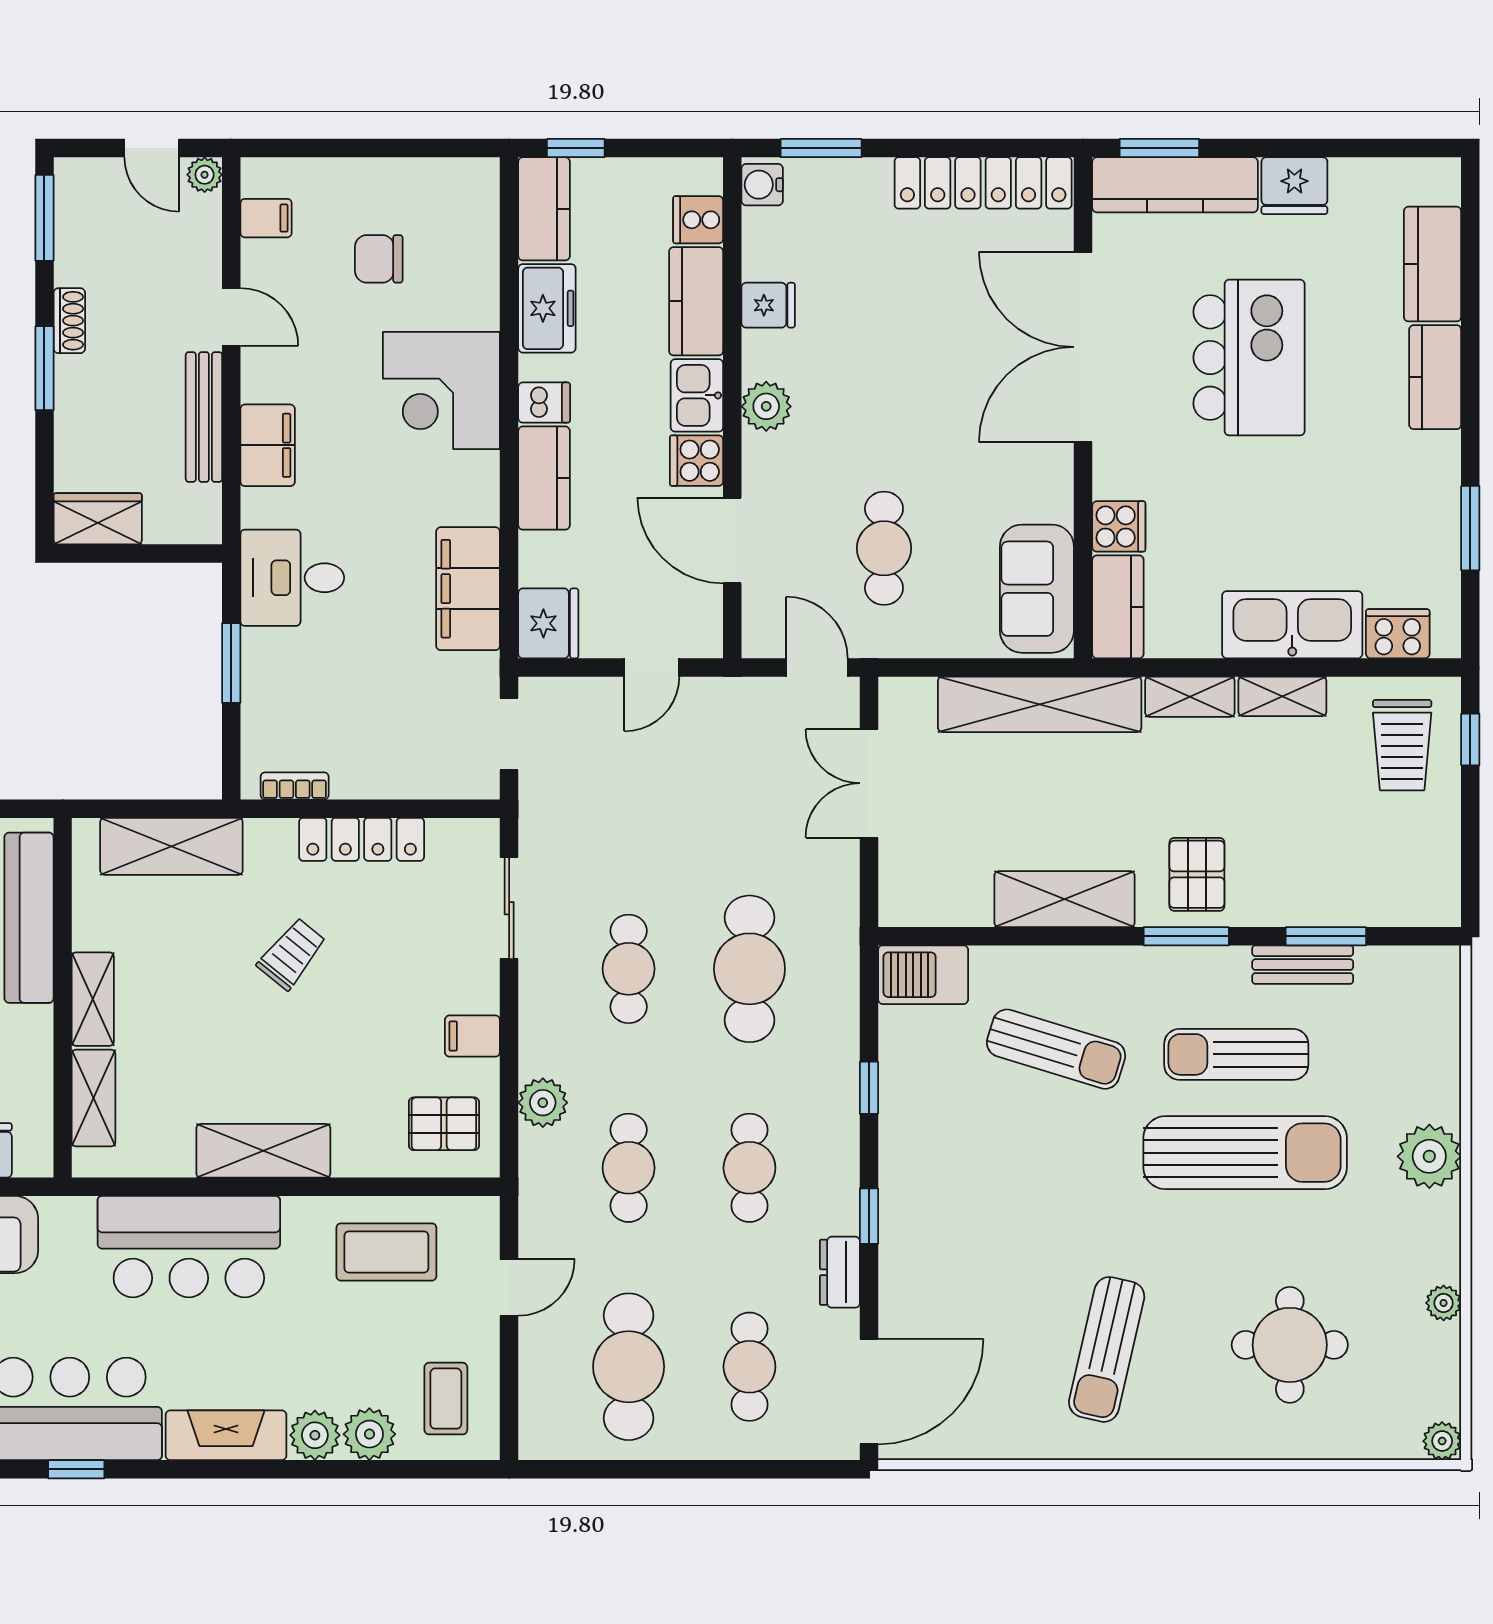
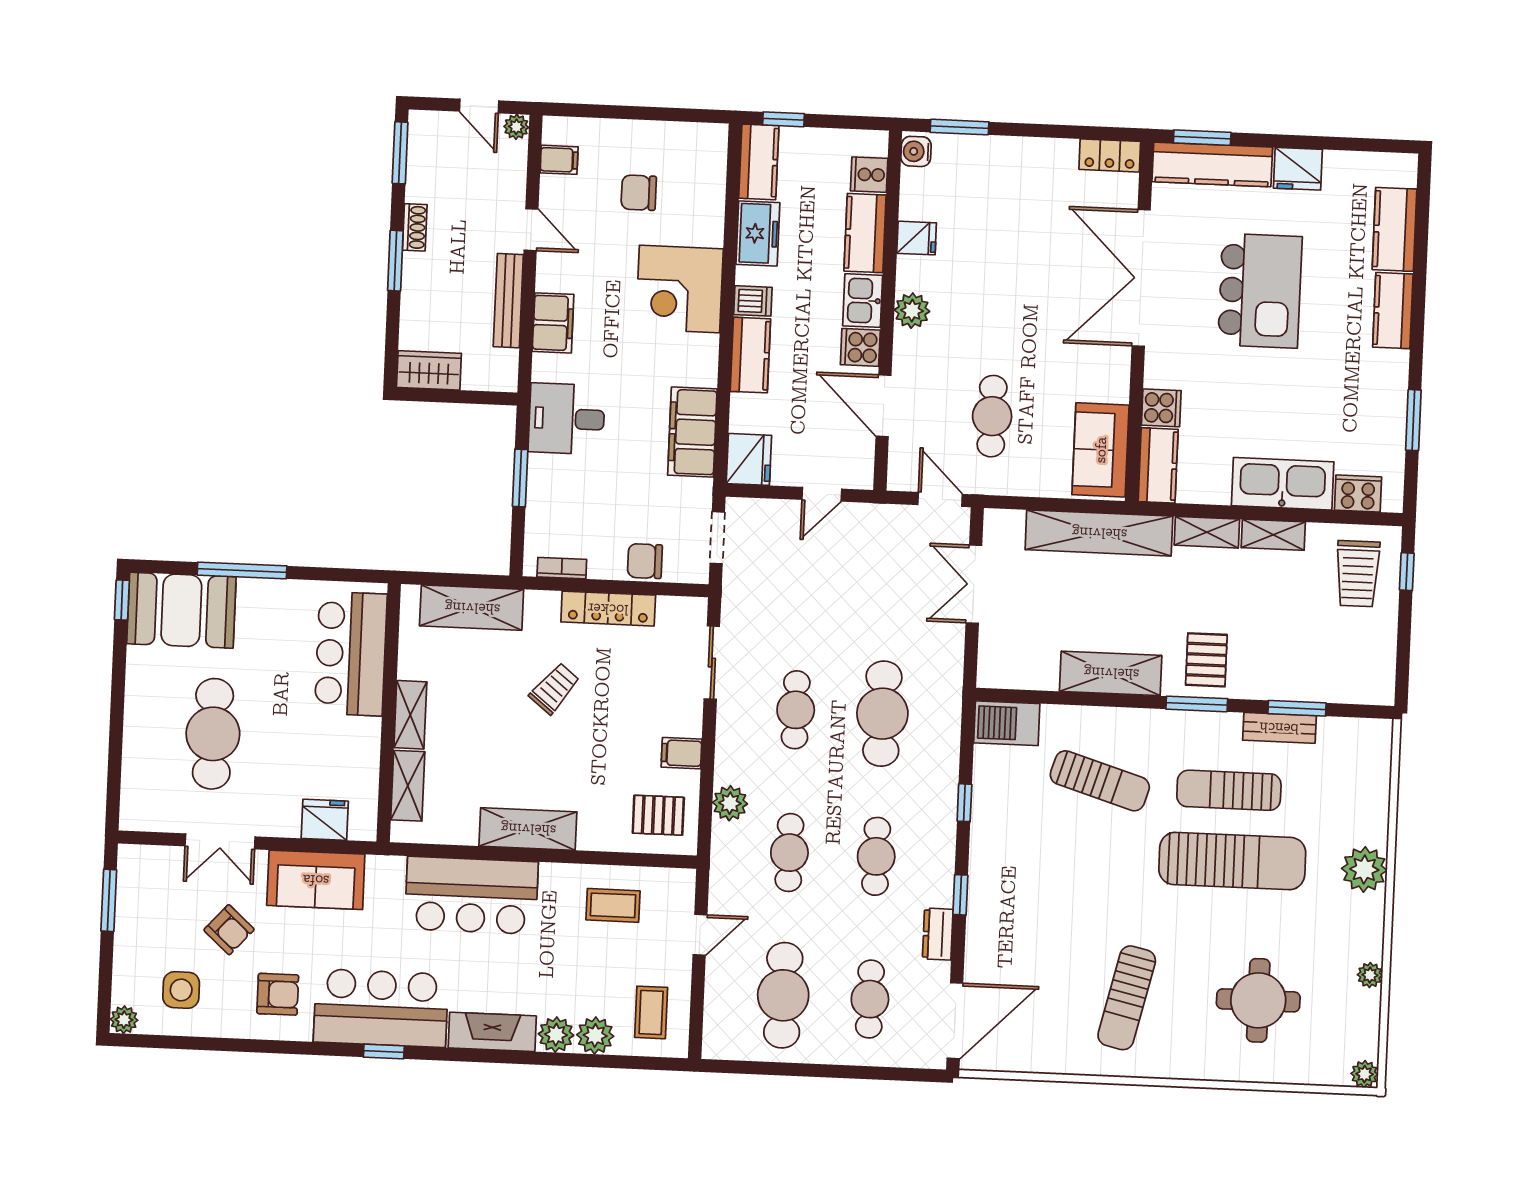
locker: (983, 183) -> (1110, 155), width x0.46, depth x0.83
chair: (410, 771) -> (645, 561), added
coffee table: (386, 1252) -> (613, 905), width x0.73, depth x0.77

